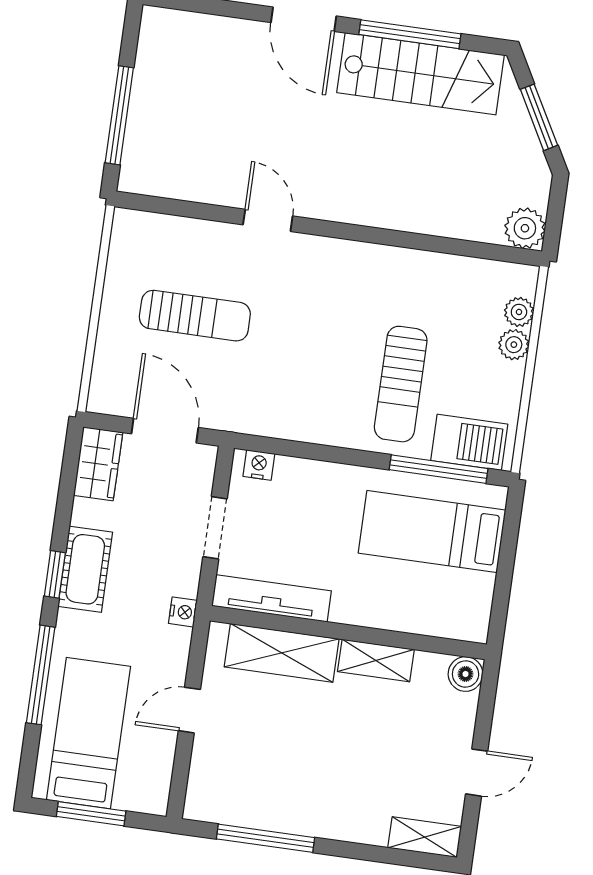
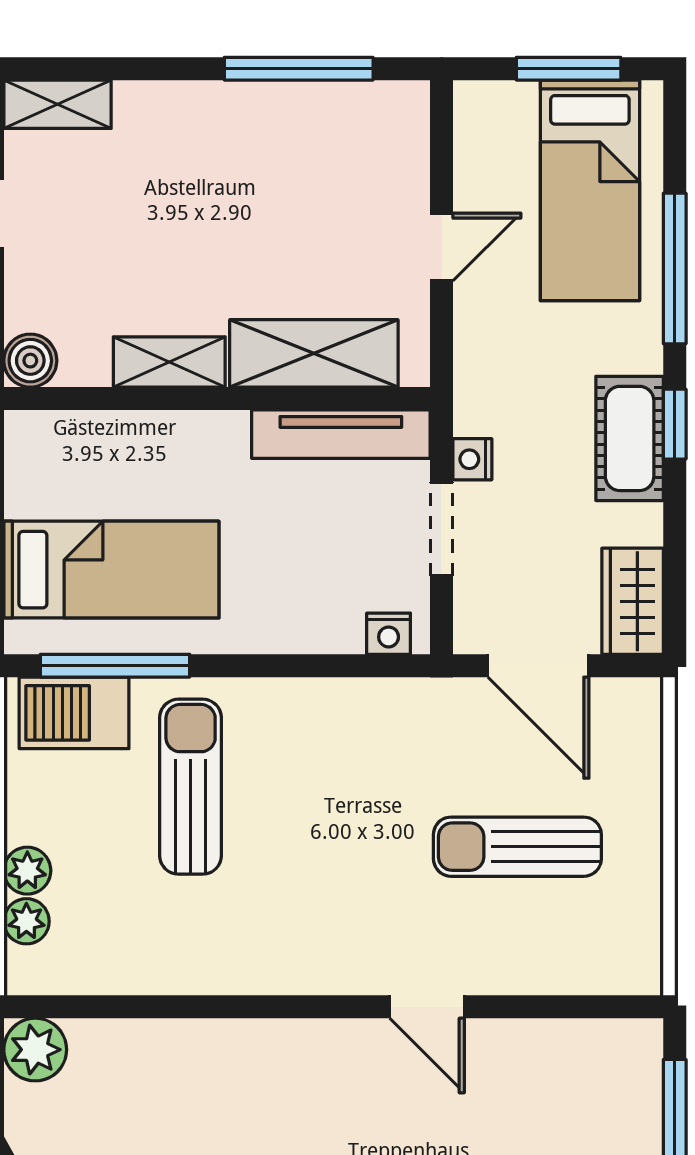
nightstand: (183, 612) -> (472, 459), moved

